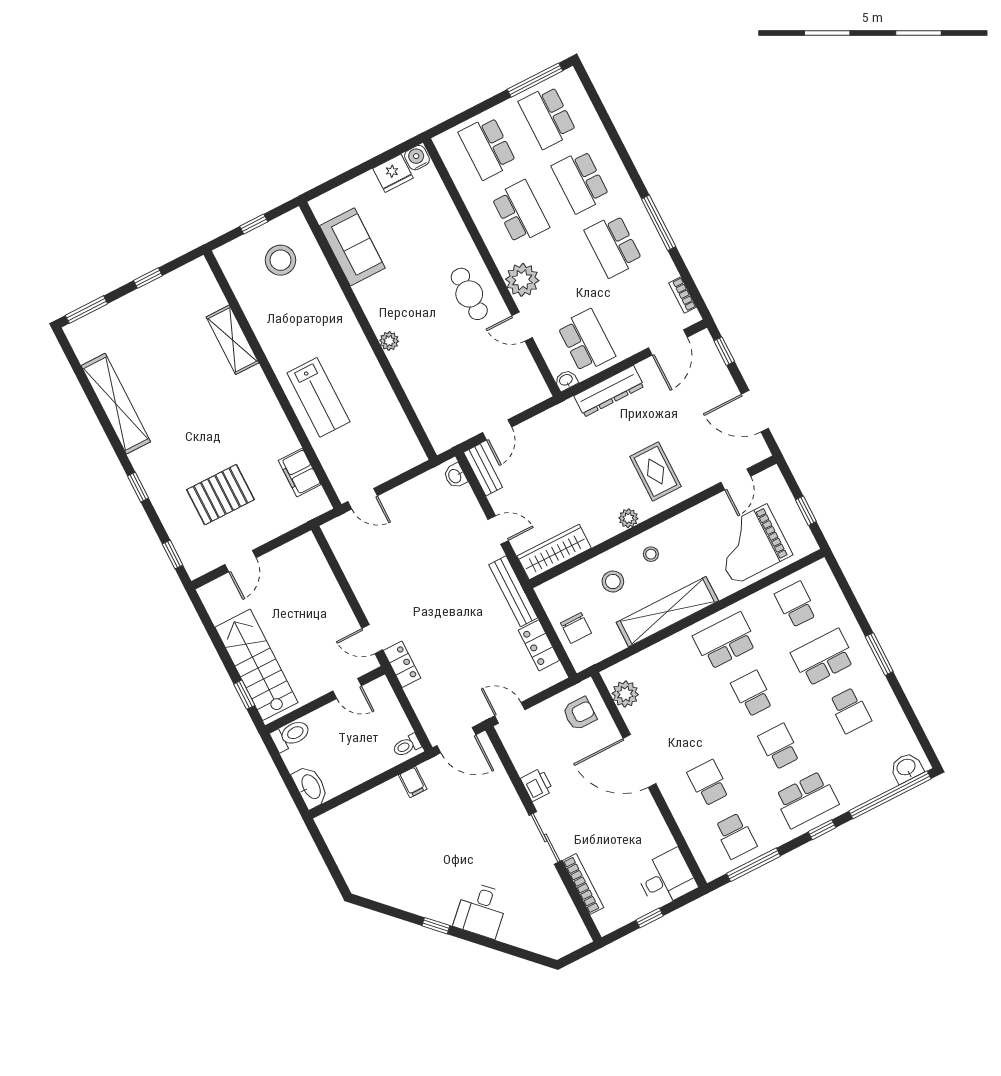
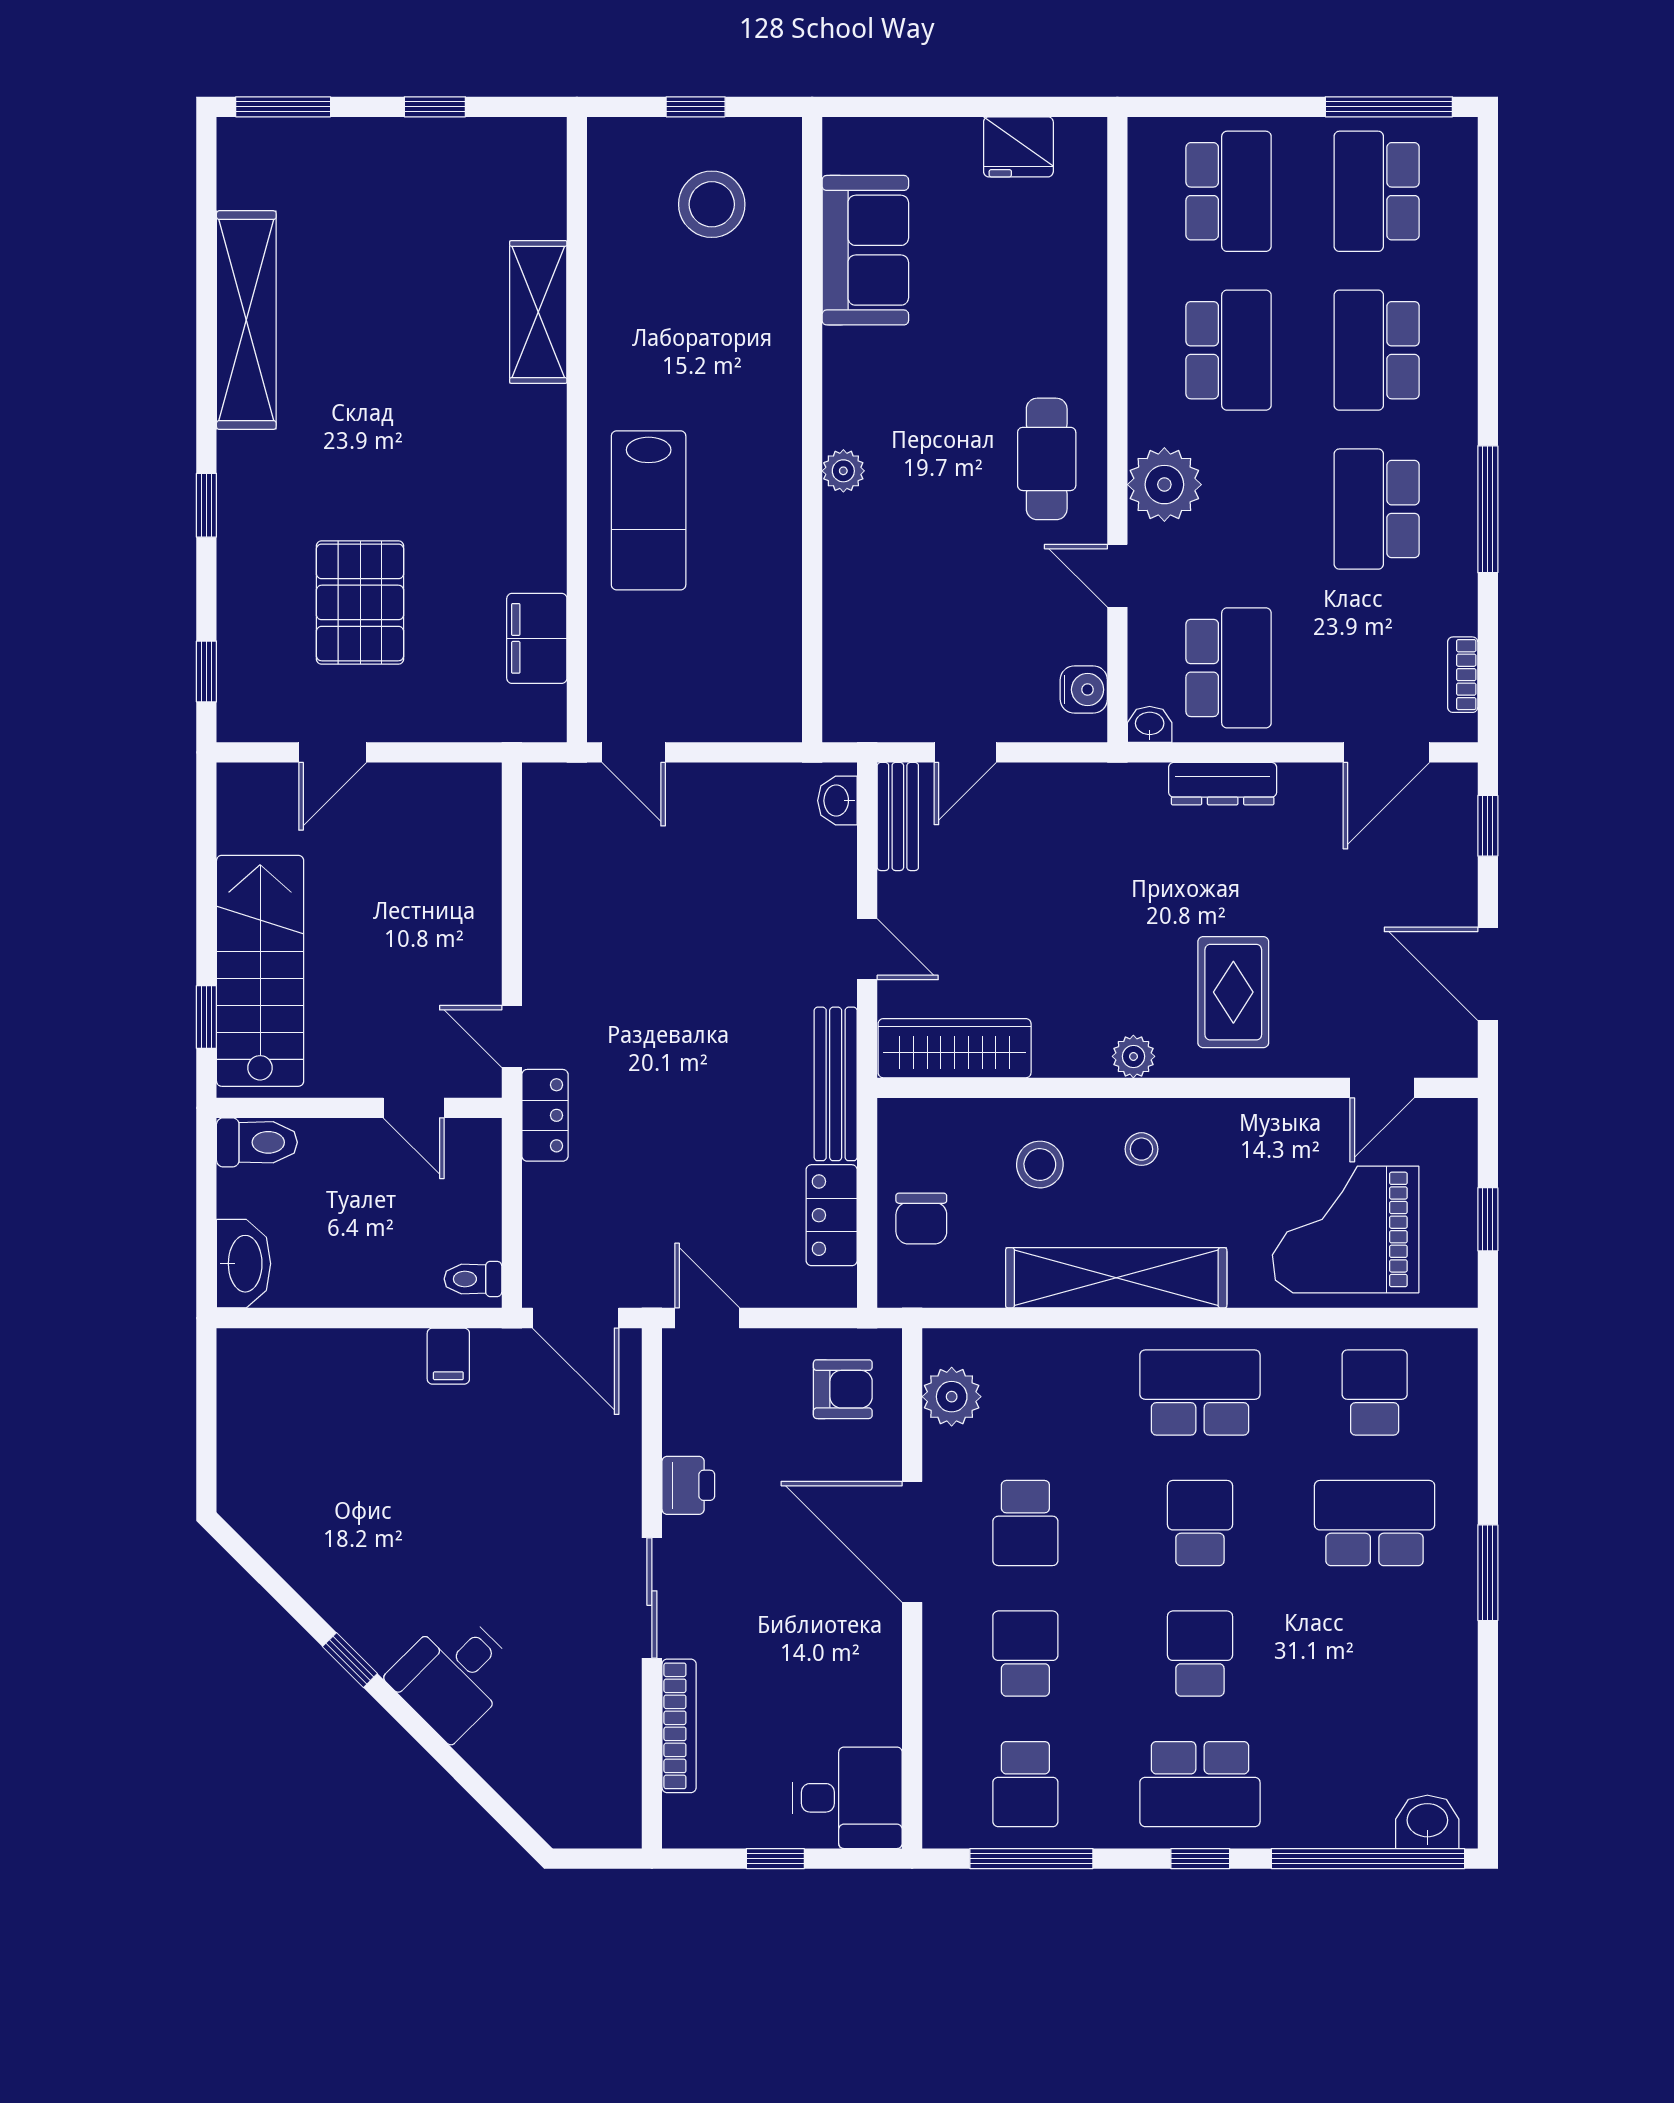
school desk: (487, 148) -> (1229, 191), turned 180
water cooler: (417, 158) -> (1084, 690), moved, turned 90
dresser: (609, 391) -> (1223, 784), width x0.73, depth x0.80
pallet: (220, 495) -> (360, 602), turned 90
school desk: (850, 710) -> (1025, 1523), moved

